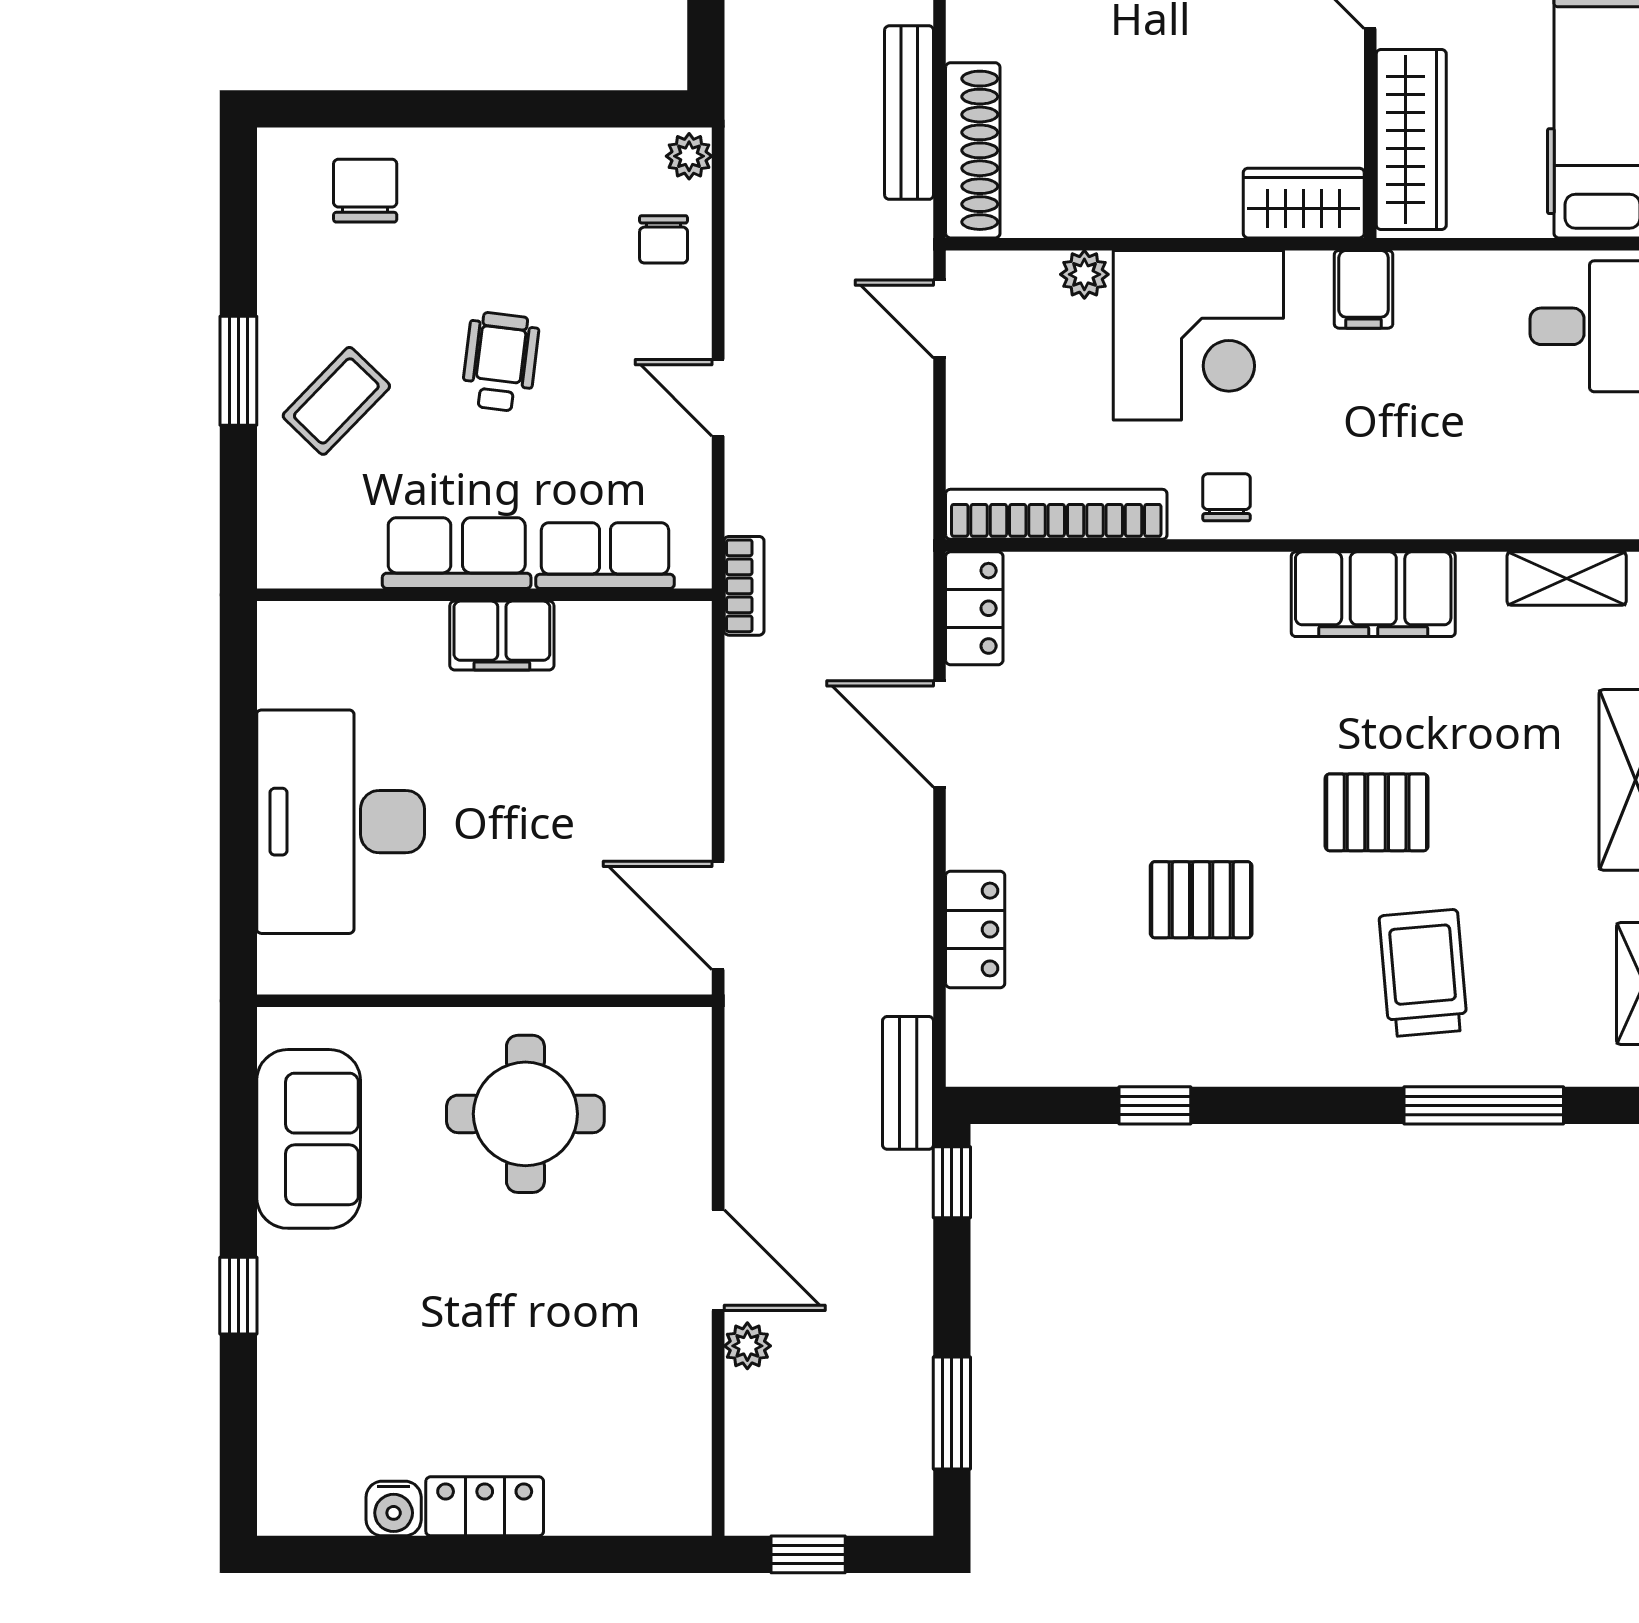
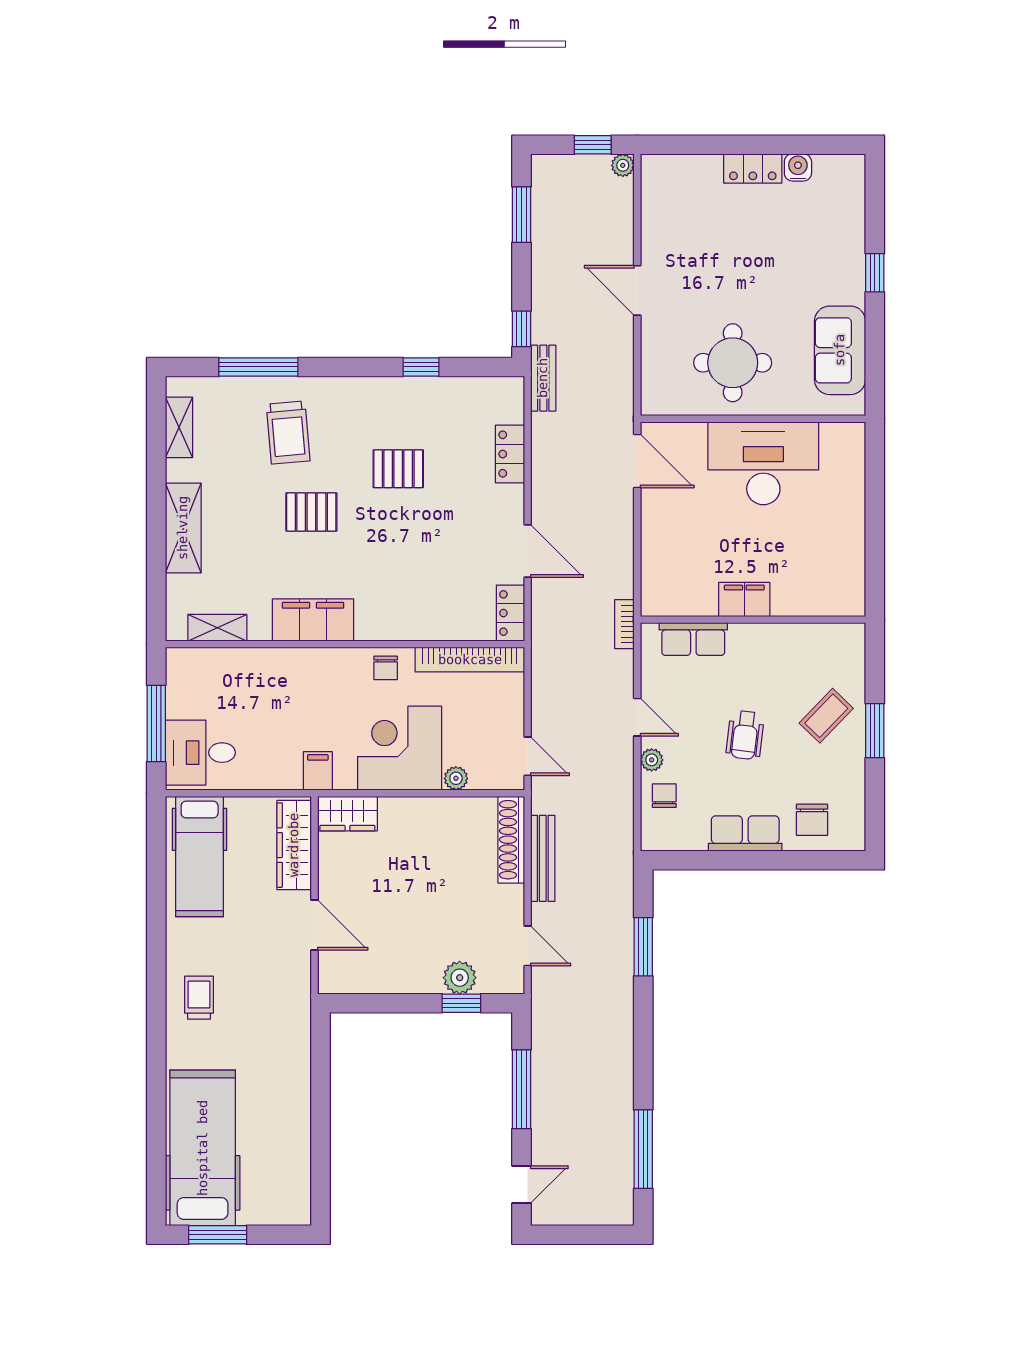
plant: (689, 156) -> (652, 760), moved
row of seats: (457, 553) -> (745, 834), moved, turned 180
desk: (341, 822) -> (763, 463), moved, turned -90
plant: (747, 1346) -> (623, 165), moved

